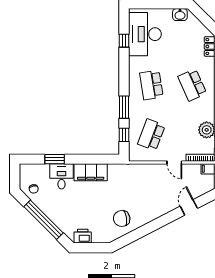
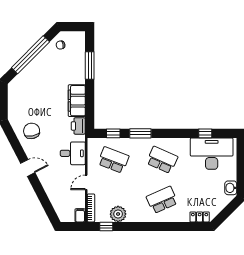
school desk: (151, 85) -> (162, 160), turned 33
window: (55, 159) -> (90, 66), width x1.44
desk: (62, 176) -> (73, 153), moved
door: (189, 207) -> (28, 168), moved
printer: (83, 236) -> (78, 126), moved, turned 180

